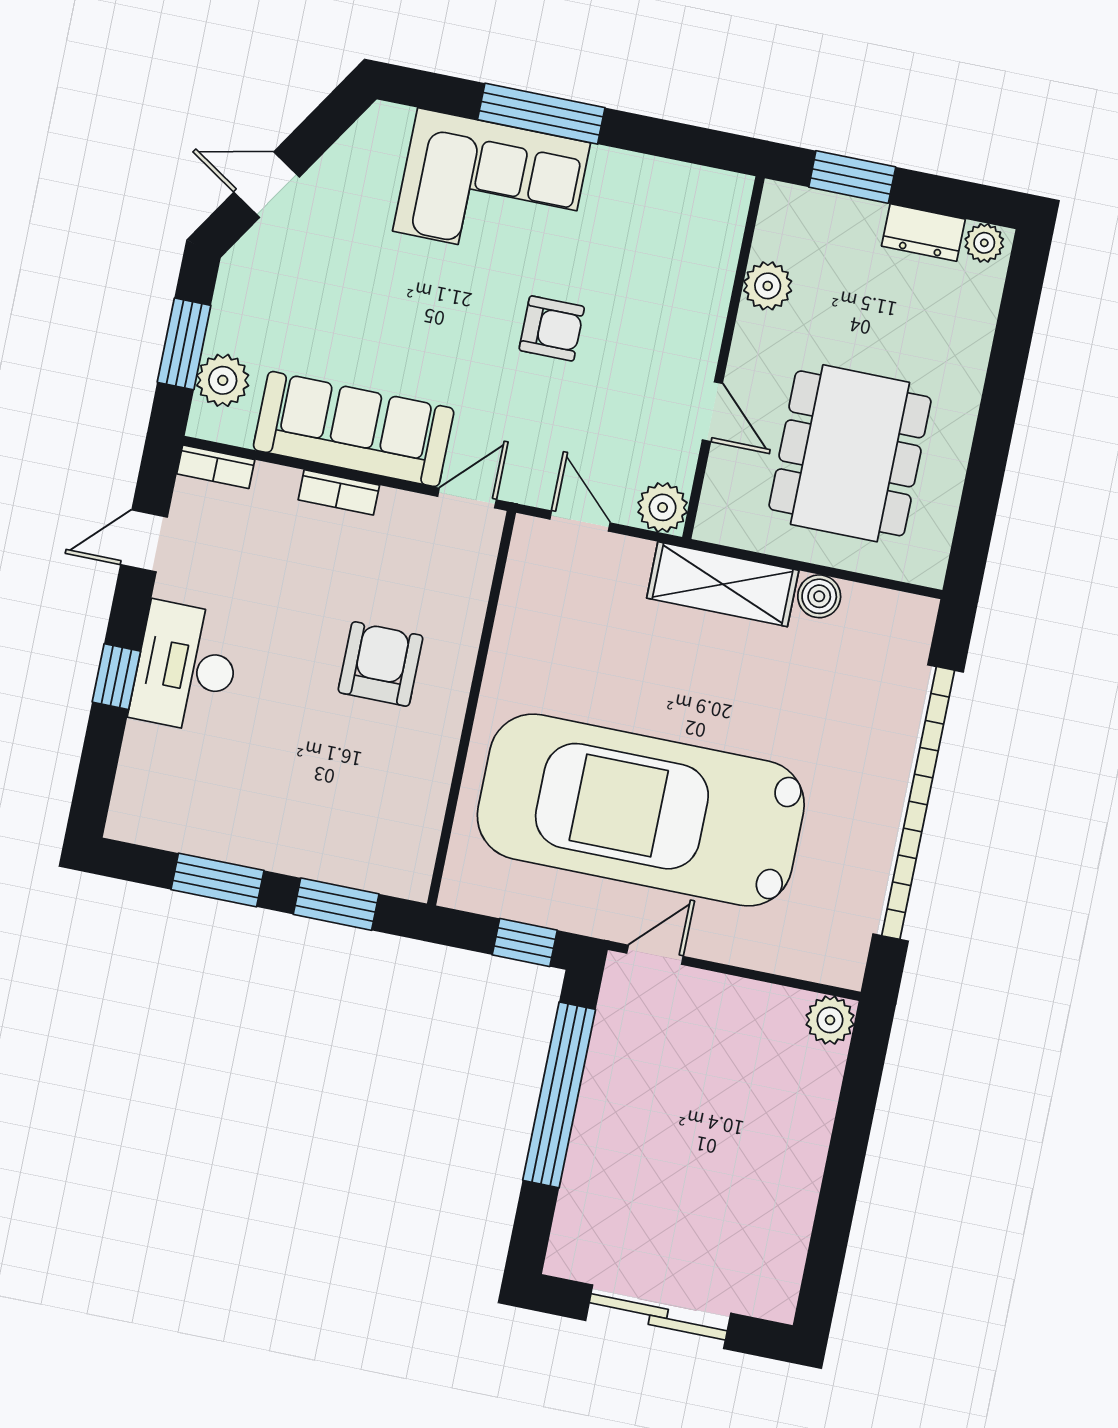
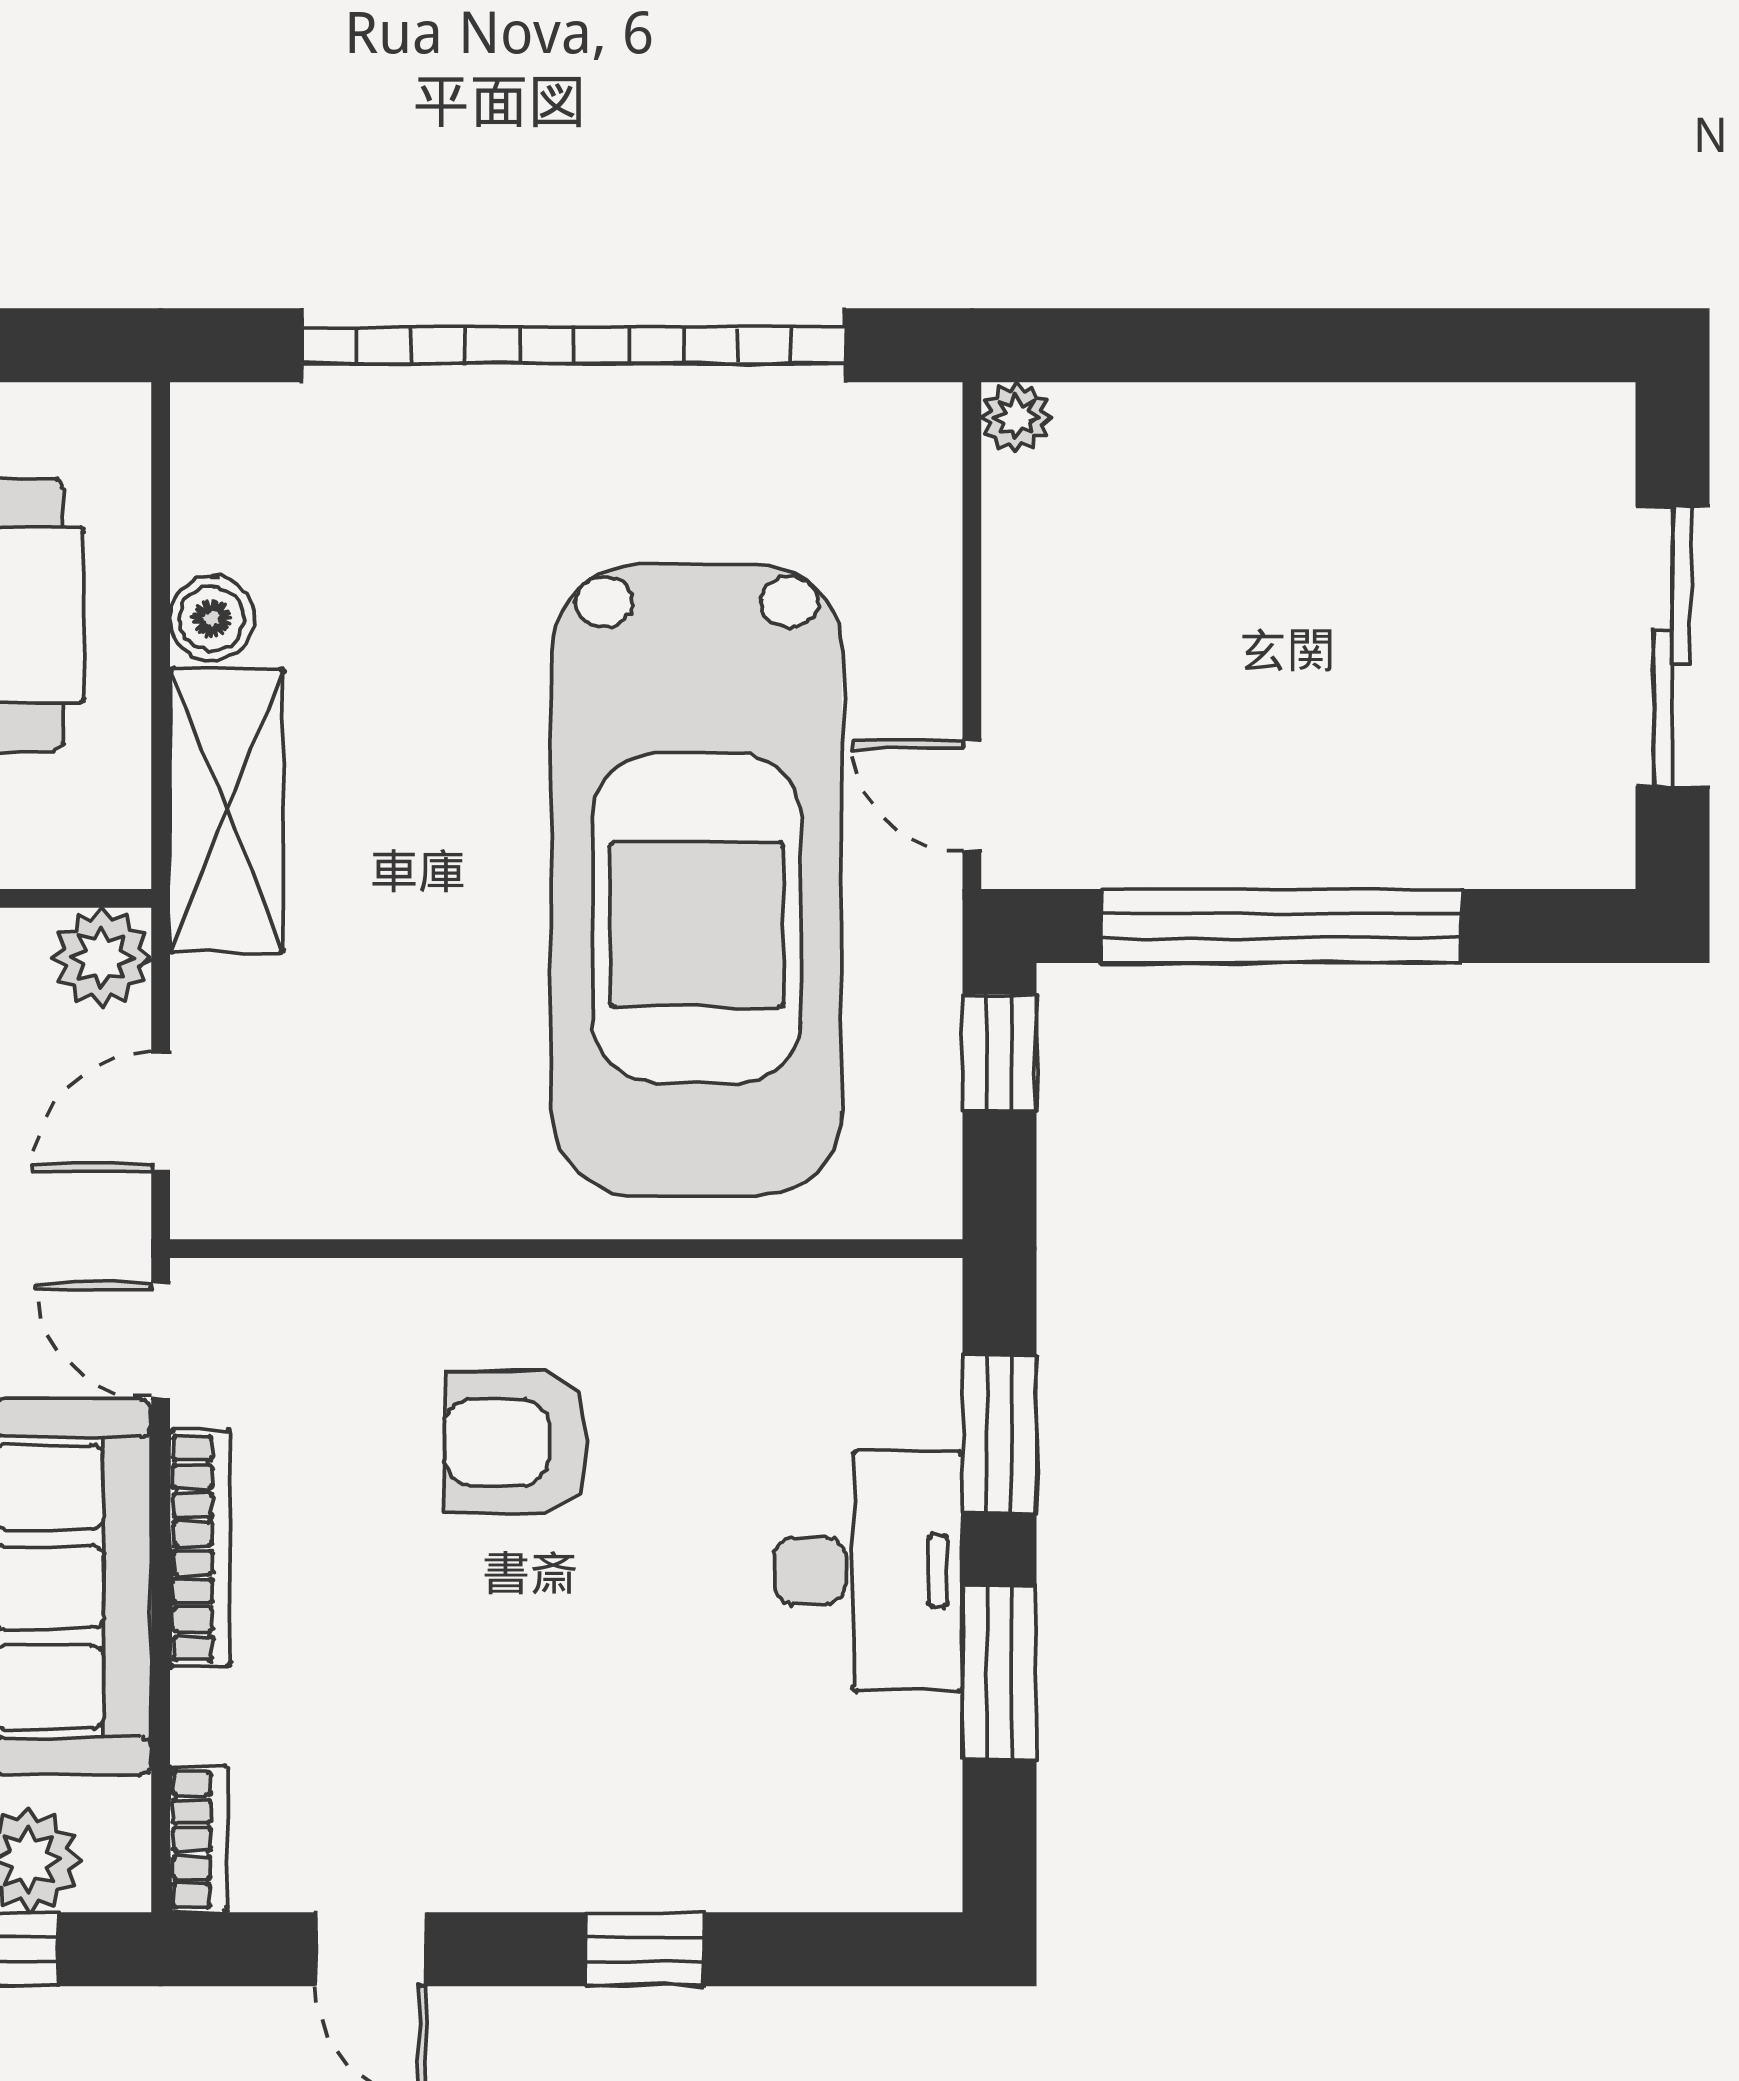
bookcase: (339, 492) -> (200, 1548), width x1.56
desk: (186, 667) -> (868, 1571), moved, turned -90
plant: (830, 1020) -> (1016, 417), width x0.73, depth x0.73

